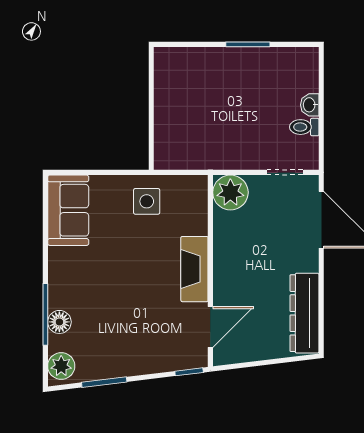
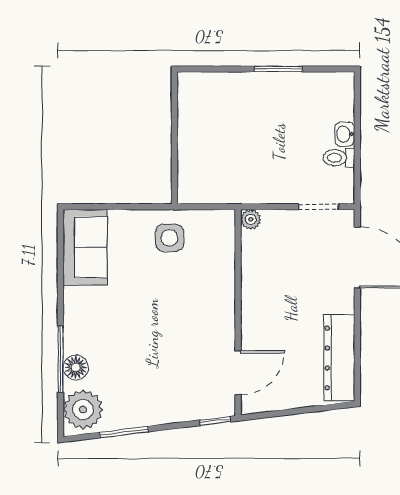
plant: (230, 192) -> (251, 219), width x0.53, depth x0.53
fireplace: (194, 269) -> (221, 311), removed
plant: (61, 366) -> (83, 409), width x1.36, depth x1.36

